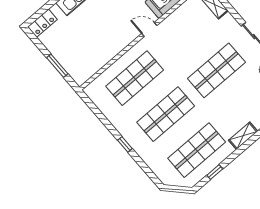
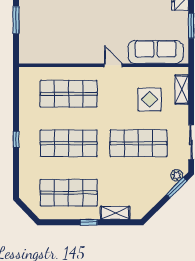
display table: (197, 32) -> (150, 99), added
window: (57, 66) -> (16, 20), moved
window: (215, 172) -> (89, 222), moved

